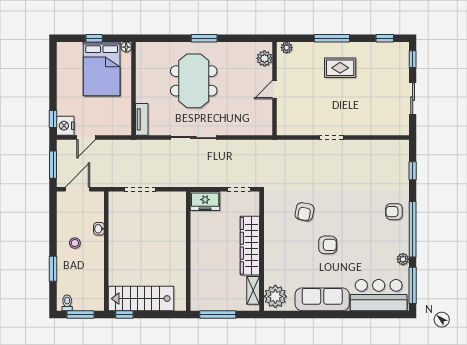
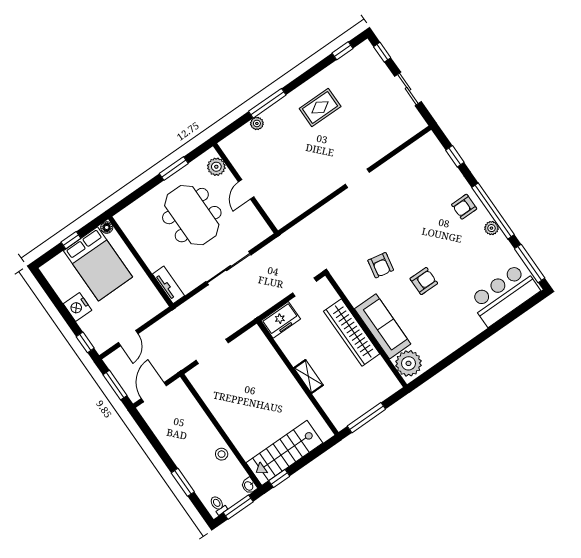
window: (332, 38) -> (267, 103), moved
plant: (264, 58) -> (216, 167), moved
wall: (275, 89) -> (245, 188), moved
door: (275, 90) -> (246, 189), moved
nightstand: (65, 126) -> (77, 307), moved
washbasin: (99, 229) -> (249, 486), moved
stool: (75, 243) -> (222, 454), moved
plant: (403, 259) -> (491, 228), moved
shelving: (253, 290) -> (309, 376), moved
sofa: (322, 299) -> (383, 326), moved, turned 90

